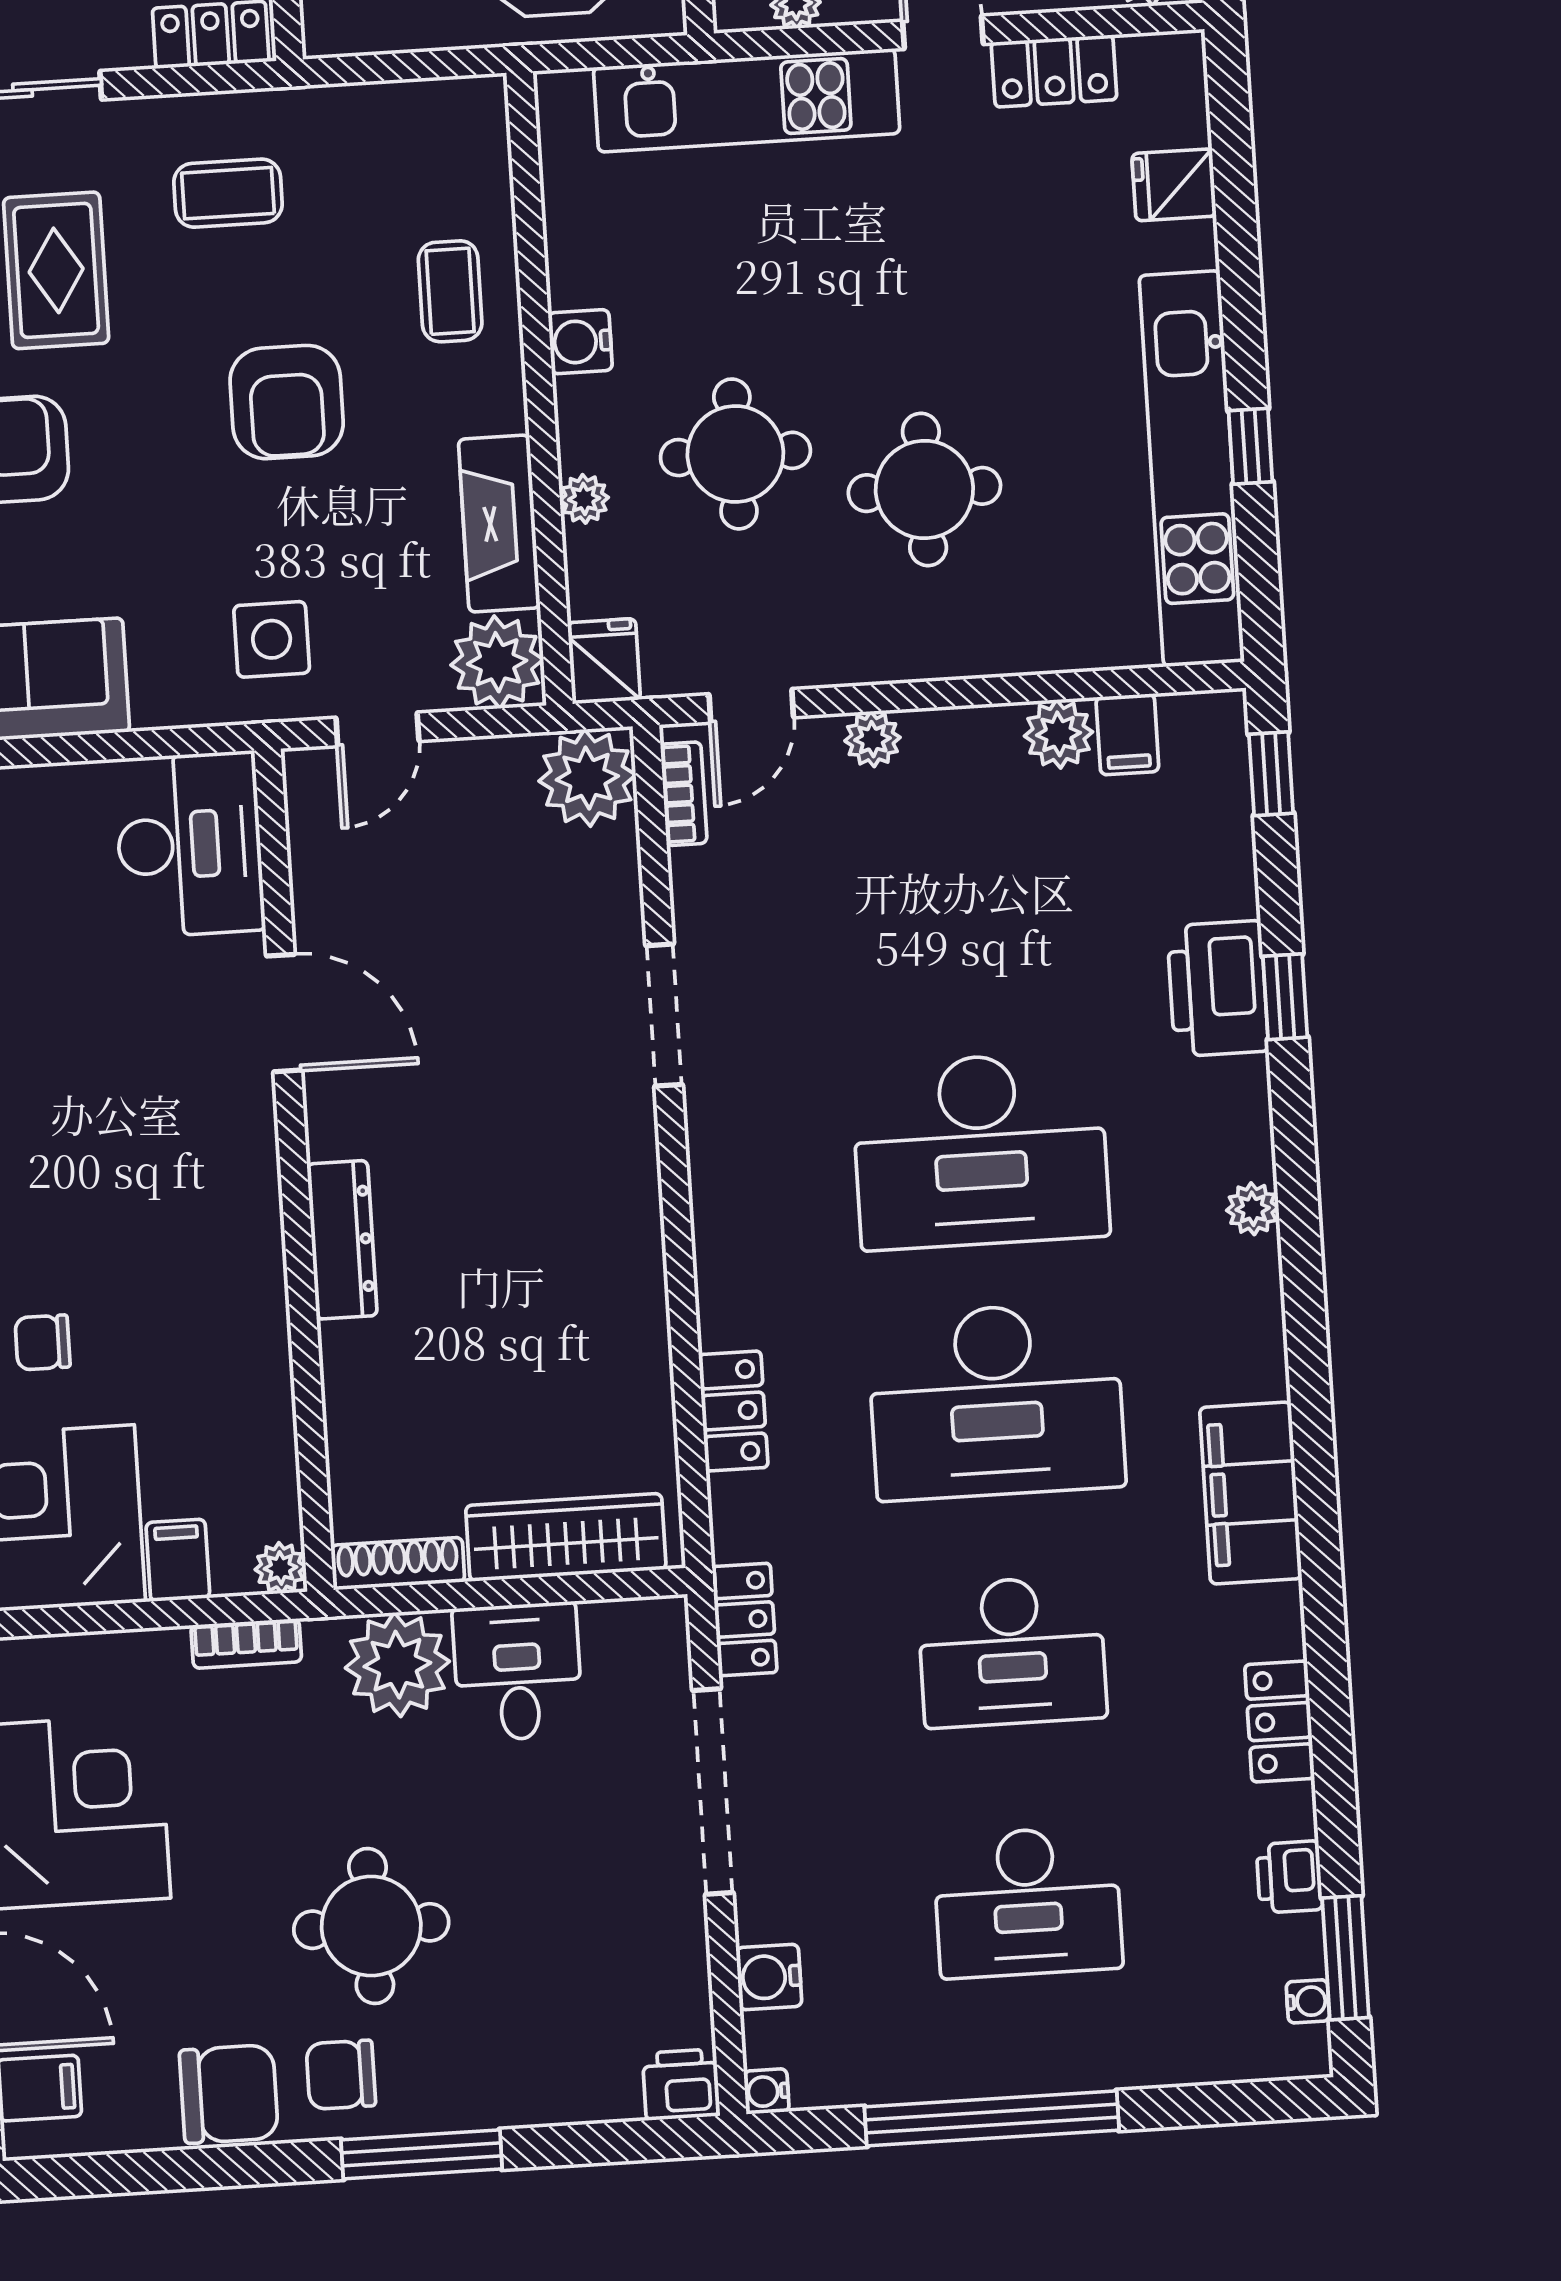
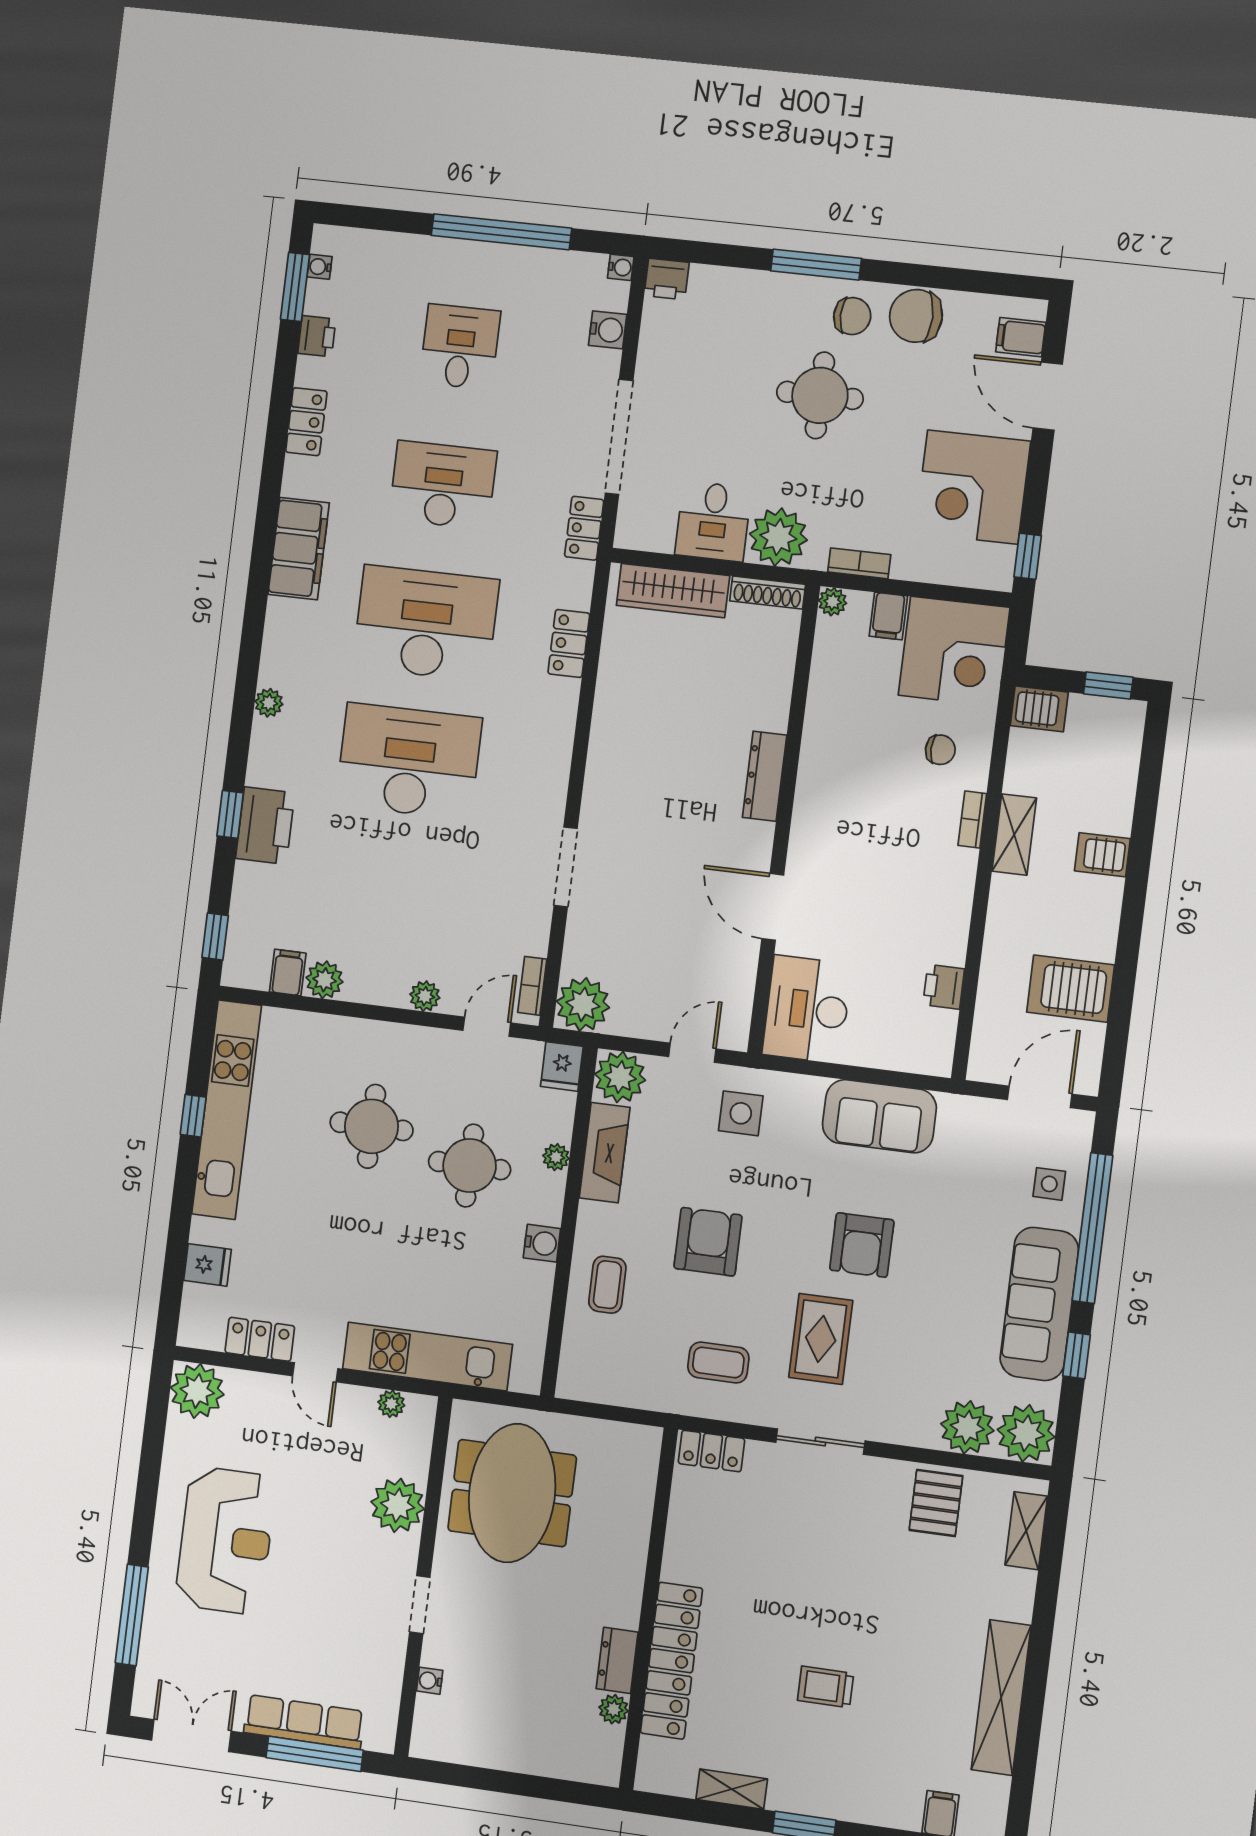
desk: (1028, 1902) -> (460, 347), width x0.73

